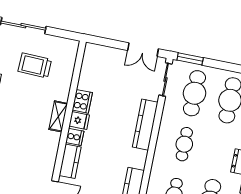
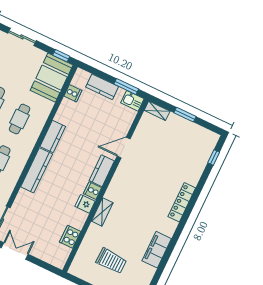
cooker: (82, 101) -> (70, 237), moved
kitchen counter: (145, 125) -> (37, 170), moved

